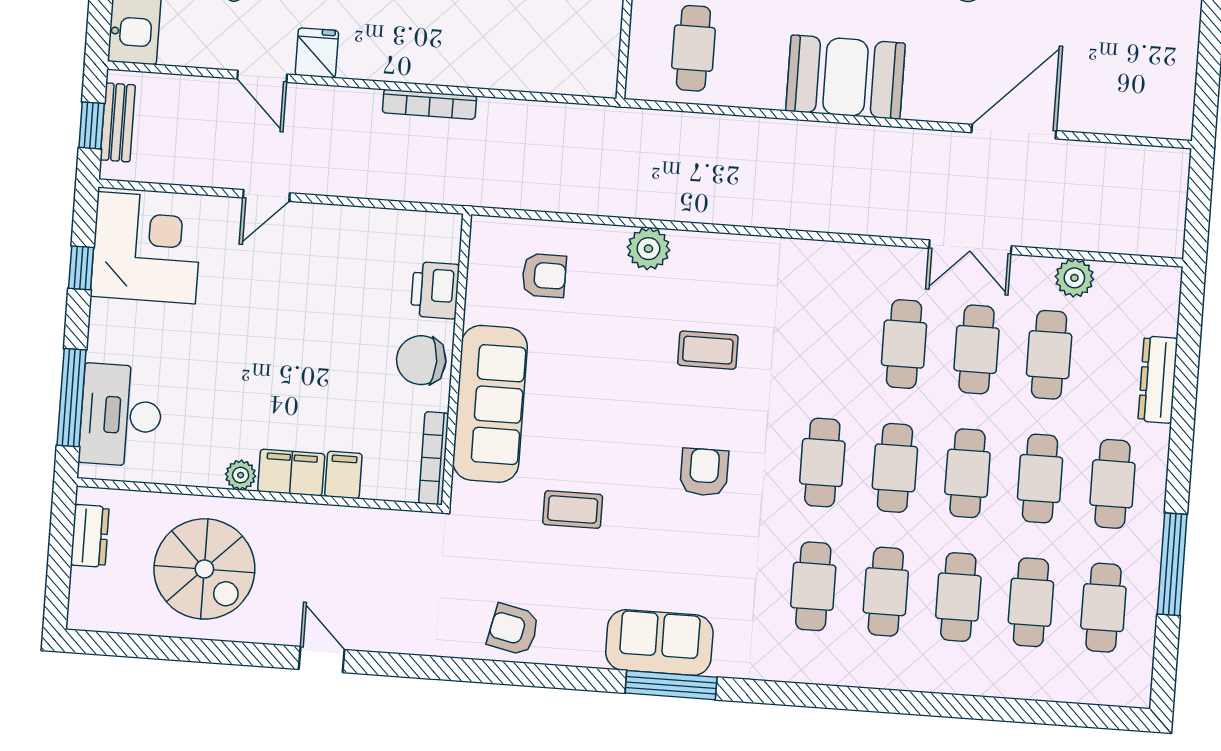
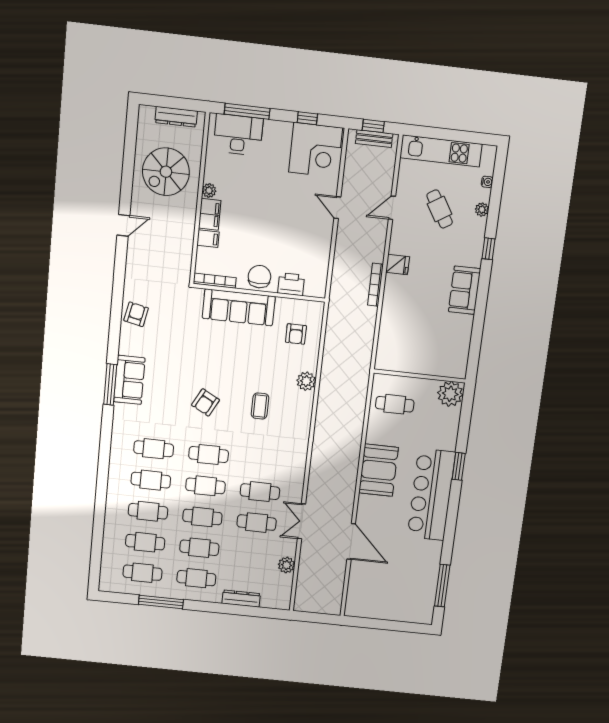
fridge: (317, 53) -> (398, 264), moved
cafe table: (1049, 355) -> (253, 553), removed
armchair: (704, 472) -> (206, 402), turned 118
coffee table: (573, 509) -> (190, 343), removed
dresser: (90, 536) -> (176, 117), width x1.44

